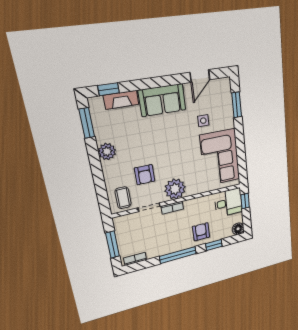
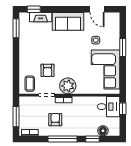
door: (200, 76) -> (97, 9), hinge flipped
window: (237, 105) -> (123, 47), moved
plant: (107, 152) -> (25, 49), removed
floor lamp: (238, 229) -> (103, 131), moved
armchair: (201, 232) -> (55, 120), moved

